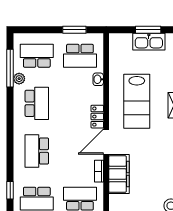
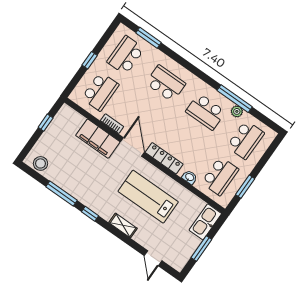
kitchen sink: (149, 42) -> (205, 222), moved
school desk: (80, 56) -> (220, 176), turned 180
window: (10, 68) -> (235, 99), moved
locker: (97, 117) -> (164, 158), width x1.53
window: (10, 190) -> (149, 38), width x1.50

